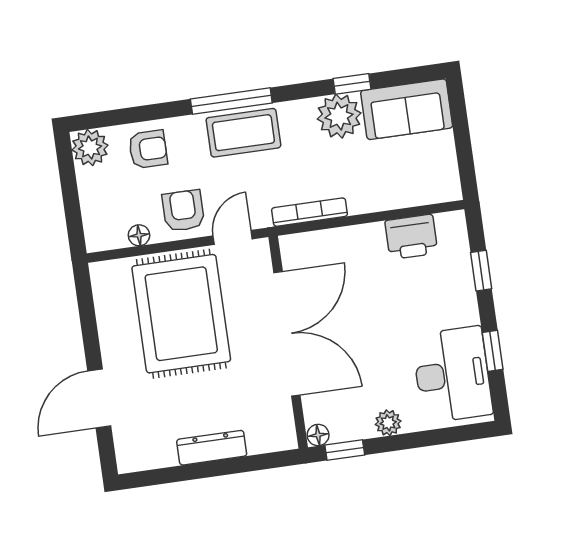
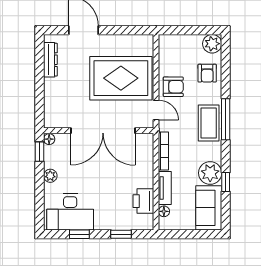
tv unit: (380, 199) -> (165, 188), added
floor lamp: (139, 235) -> (164, 211), moved
dresser: (212, 448) -> (50, 60), moved

